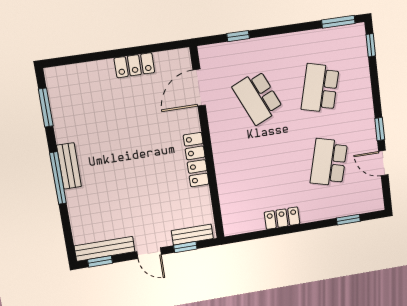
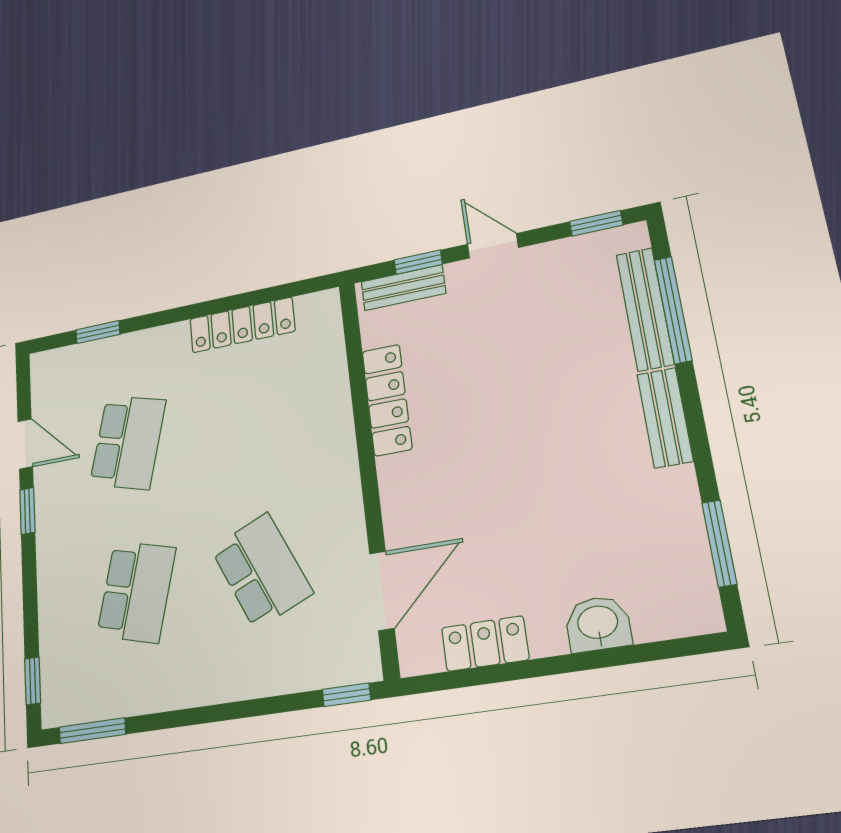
window: (238, 36) -> (346, 695), moved
locker: (134, 65) -> (485, 644), moved
washbasin: (99, 72) -> (598, 624), added
locker: (196, 160) -> (387, 400), moved
window: (58, 178) -> (673, 310), moved
locker: (282, 218) -> (242, 325), width x1.53
bench: (105, 249) -> (645, 309), moved, turned 90

